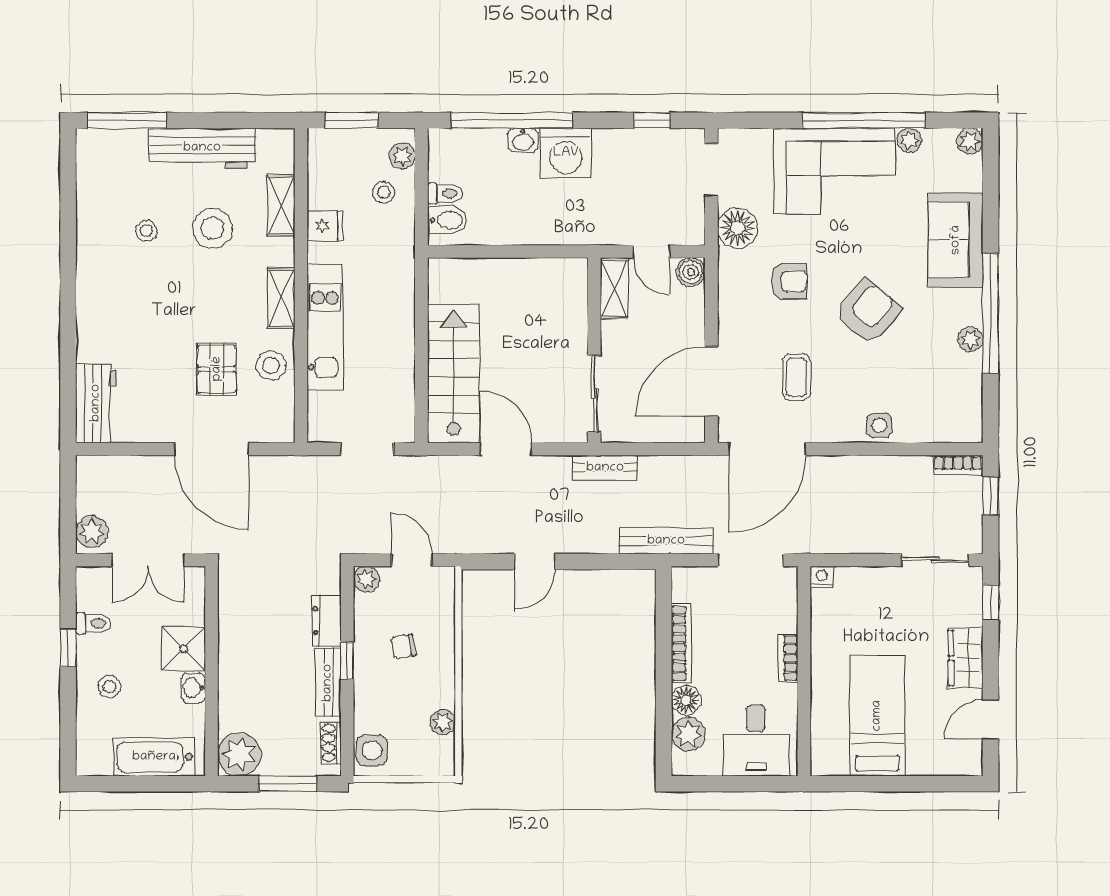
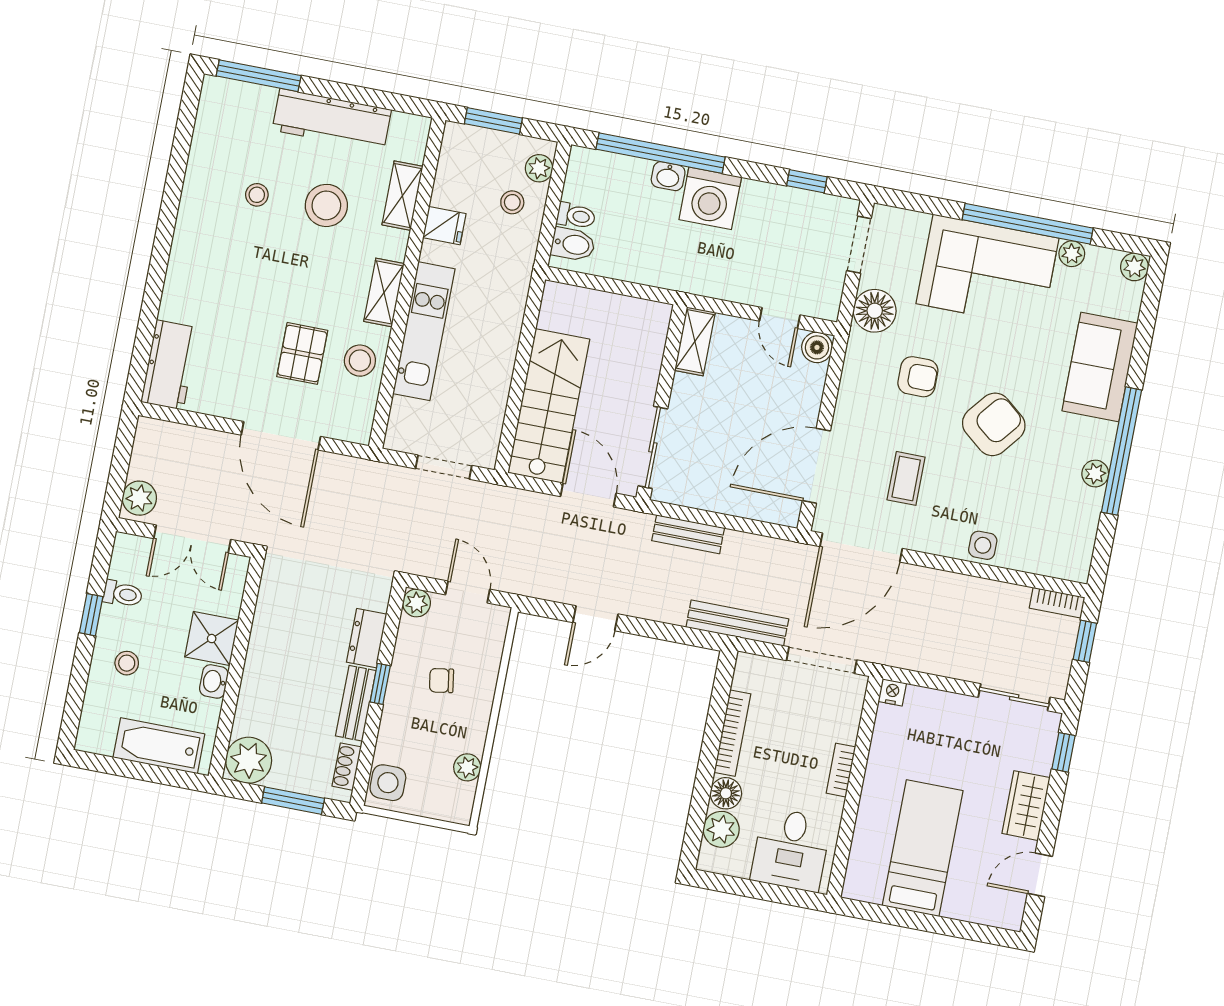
shelving: (614, 288) -> (695, 341), moved
wall: (594, 350) -> (662, 402), moved
sliding door: (594, 394) -> (653, 447), moved

